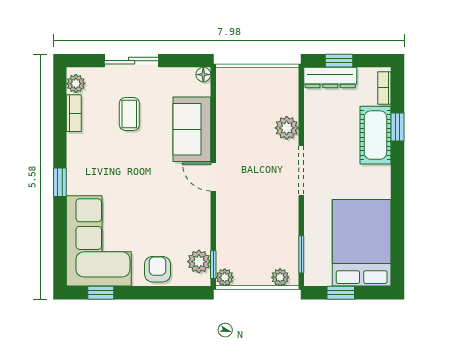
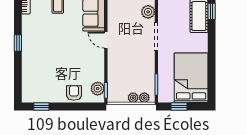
corner sofa: (99, 241) -> (40, 77), removed
plant: (225, 277) -> (133, 98), moved

